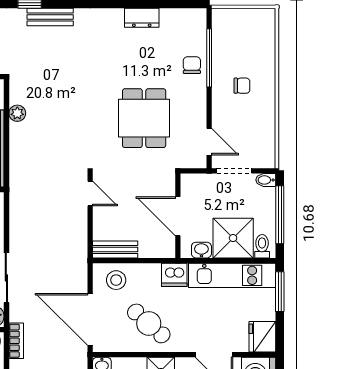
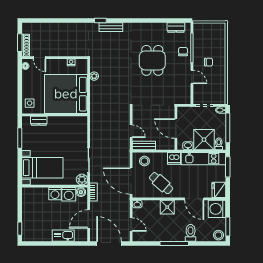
dresser: (142, 18) -> (176, 28), moved
dining table: (144, 118) -> (152, 60), moved
door: (209, 142) -> (192, 77), moved
door: (90, 193) -> (131, 131), moved

